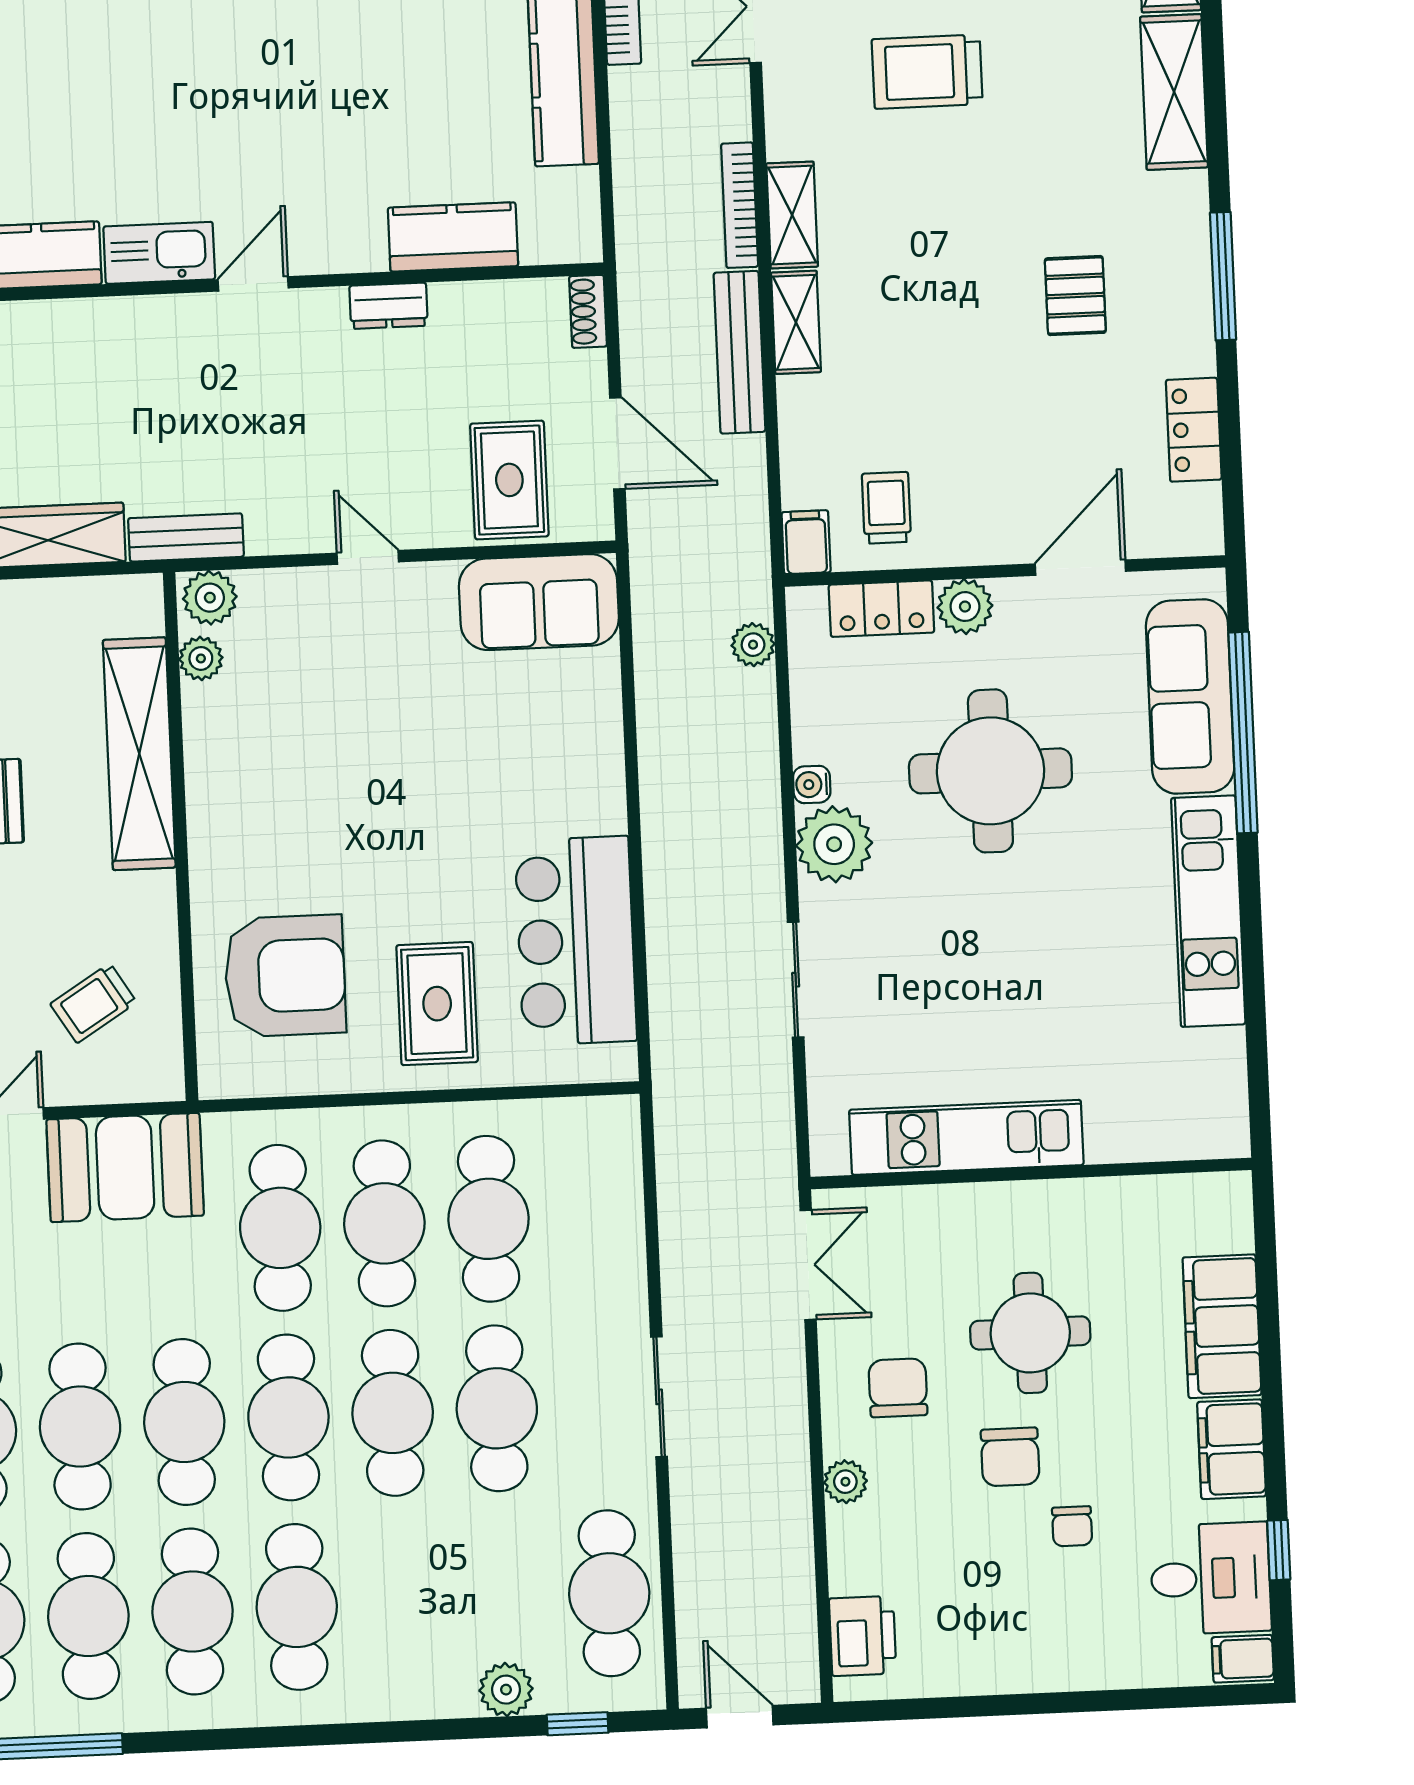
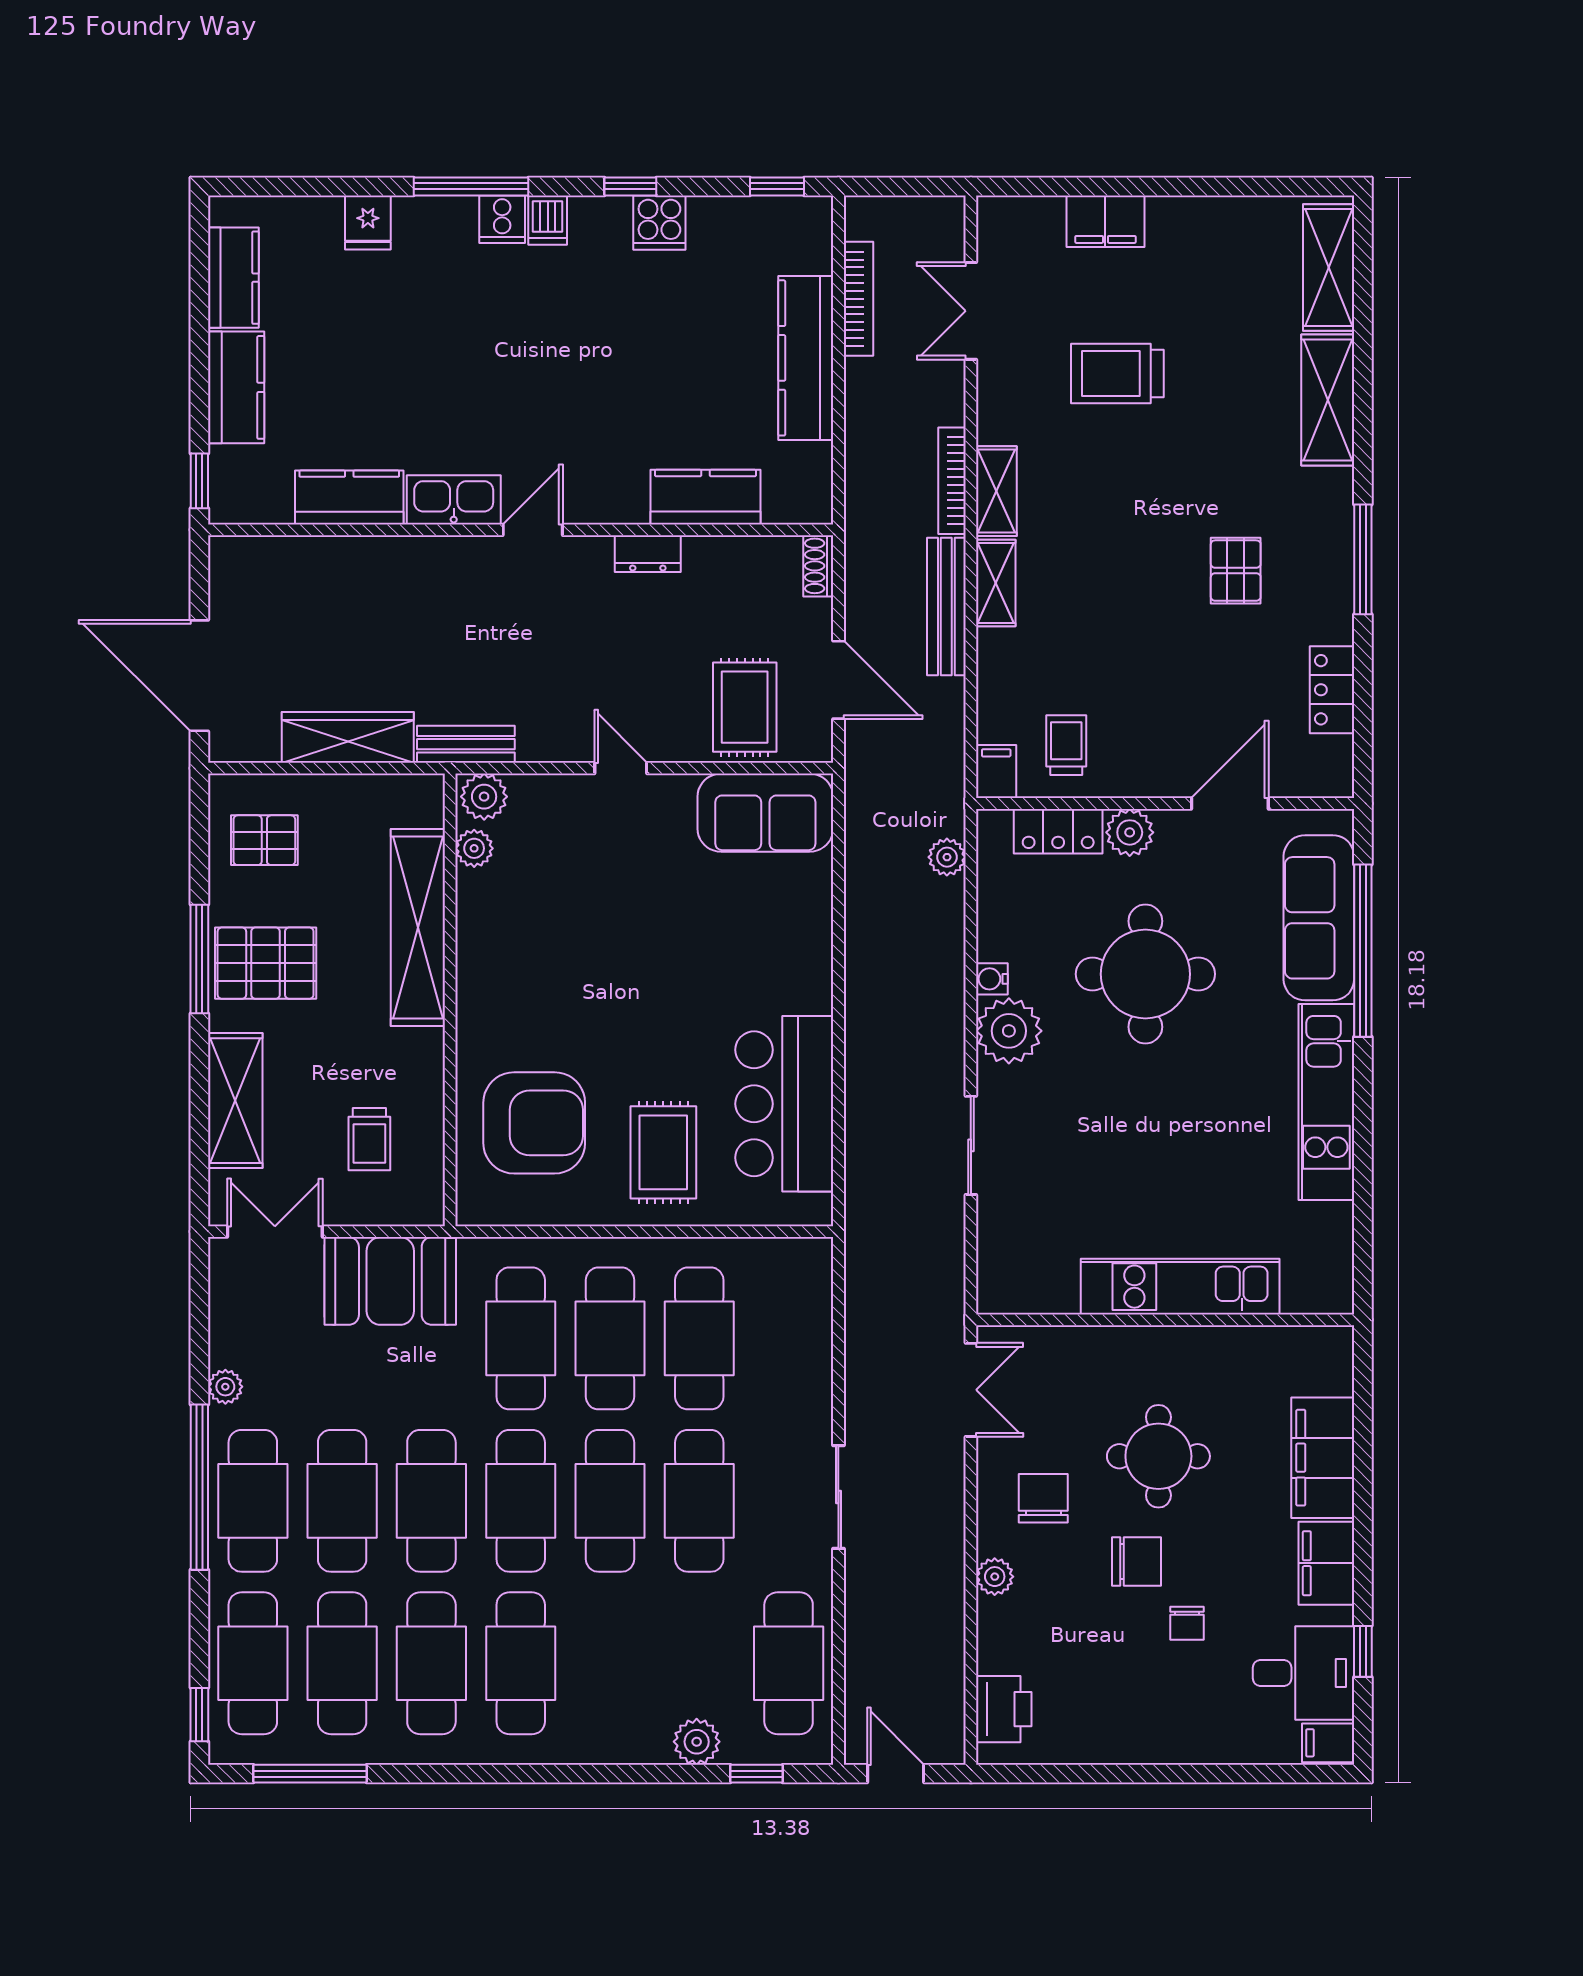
trolley: (93, 1003) -> (369, 1139), turned -58
kitchen unit: (966, 1137) -> (1180, 1287), moved
chair: (1010, 1457) -> (1137, 1562), turned -90

